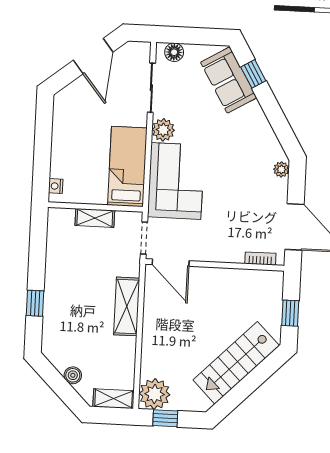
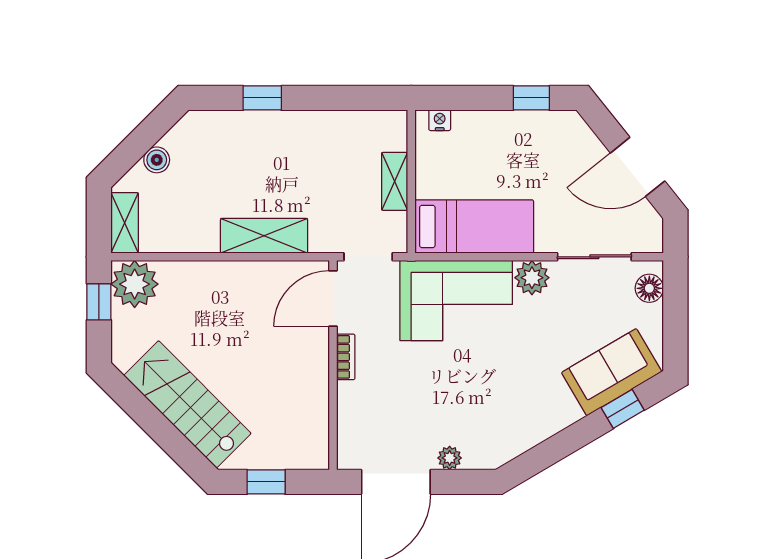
window: (44, 124) -> (531, 98), added
plant: (281, 169) -> (450, 458), moved
bookcase: (260, 259) -> (346, 357), moved

